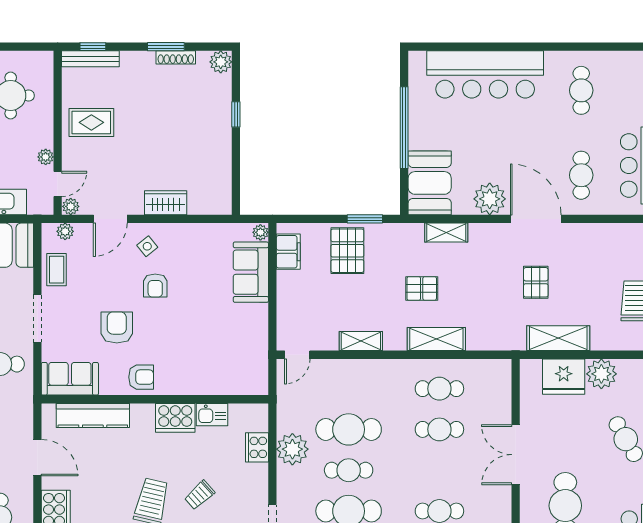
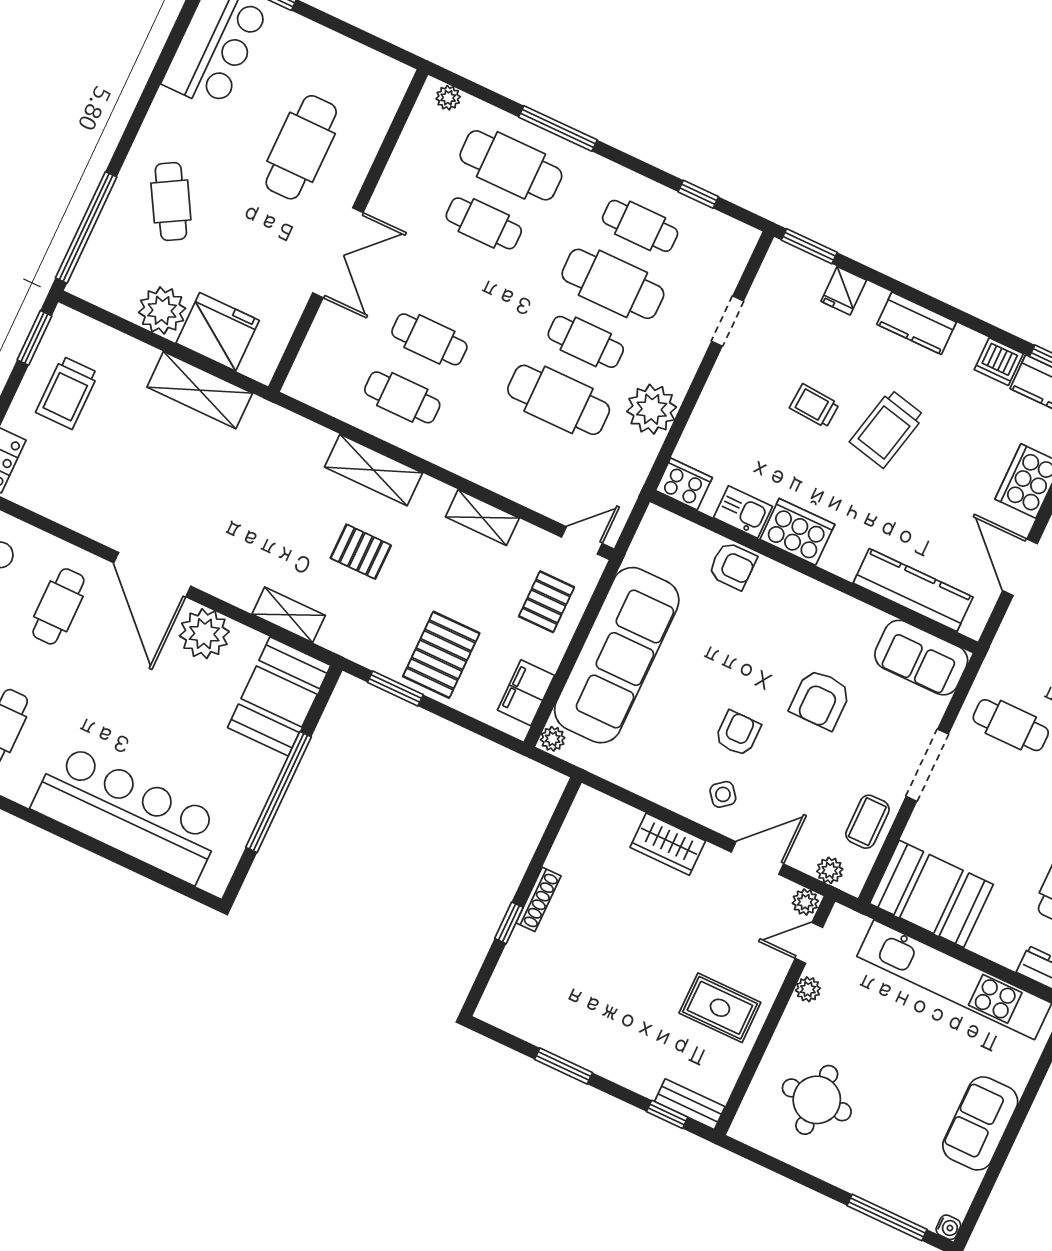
shoe rack: (176, 57) -> (539, 899), moved, turned 90
bench: (90, 59) -> (690, 1104), width x0.73
plant: (221, 62) -> (496, 1008), removed
sofa: (251, 272) -> (617, 655), width x1.85, depth x1.27
pallet: (536, 282) -> (547, 602), moved
armchair: (141, 377) -> (732, 566), moved, turned 180
cooker: (257, 447) -> (684, 484), moved, turned -90
trolley: (200, 495) -> (814, 406), turned -134

